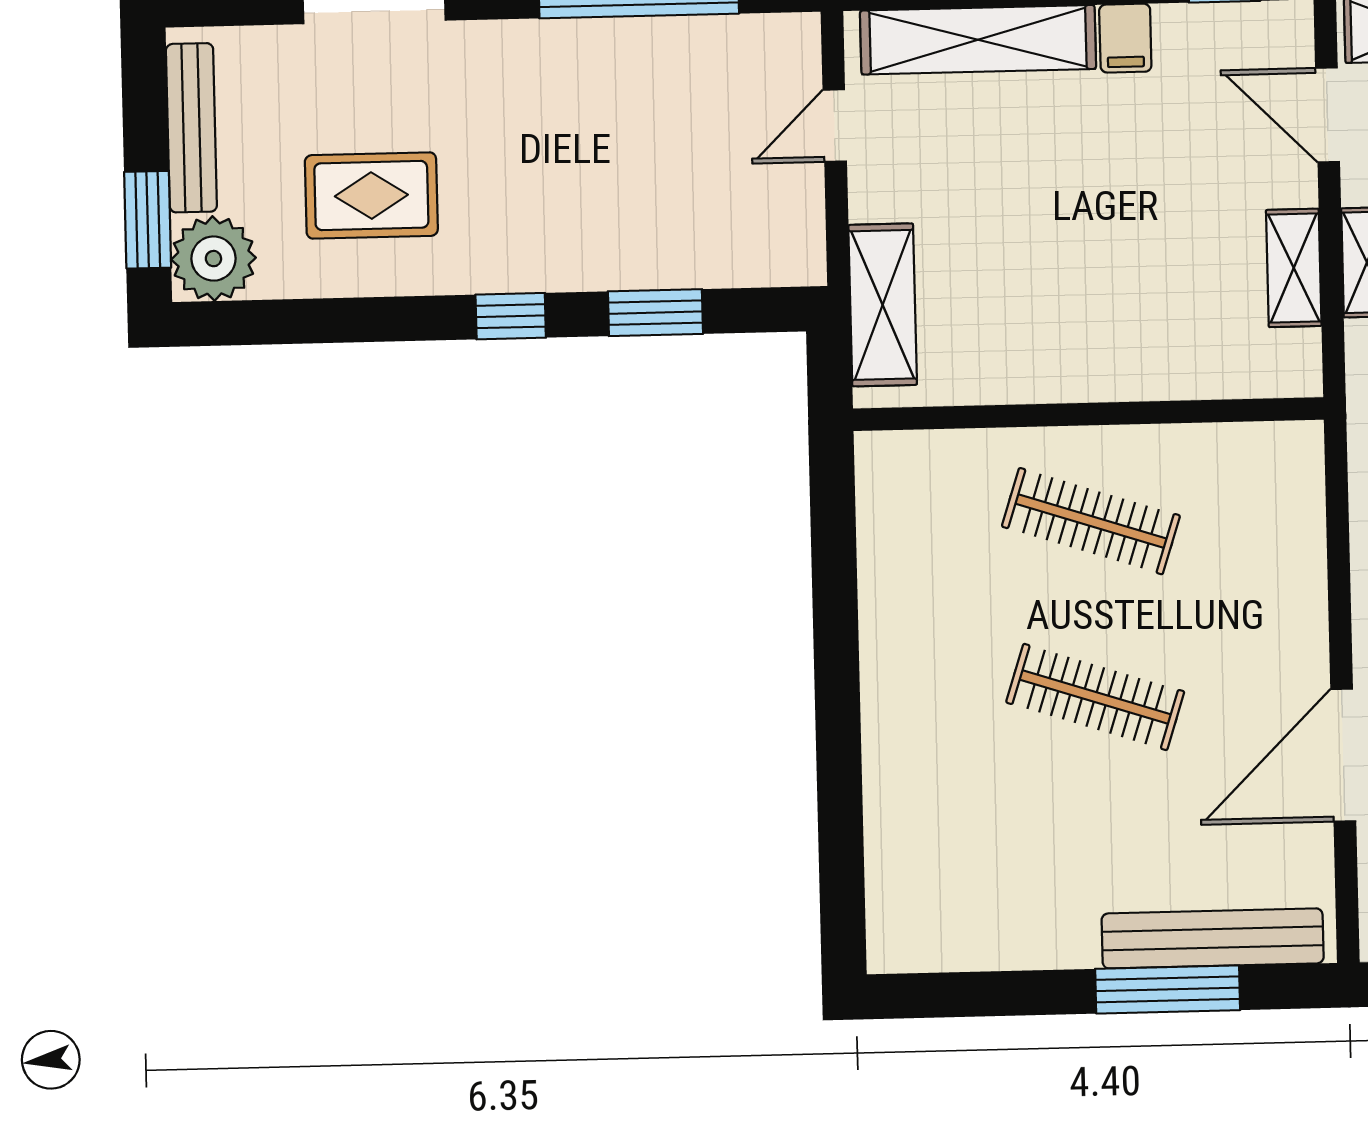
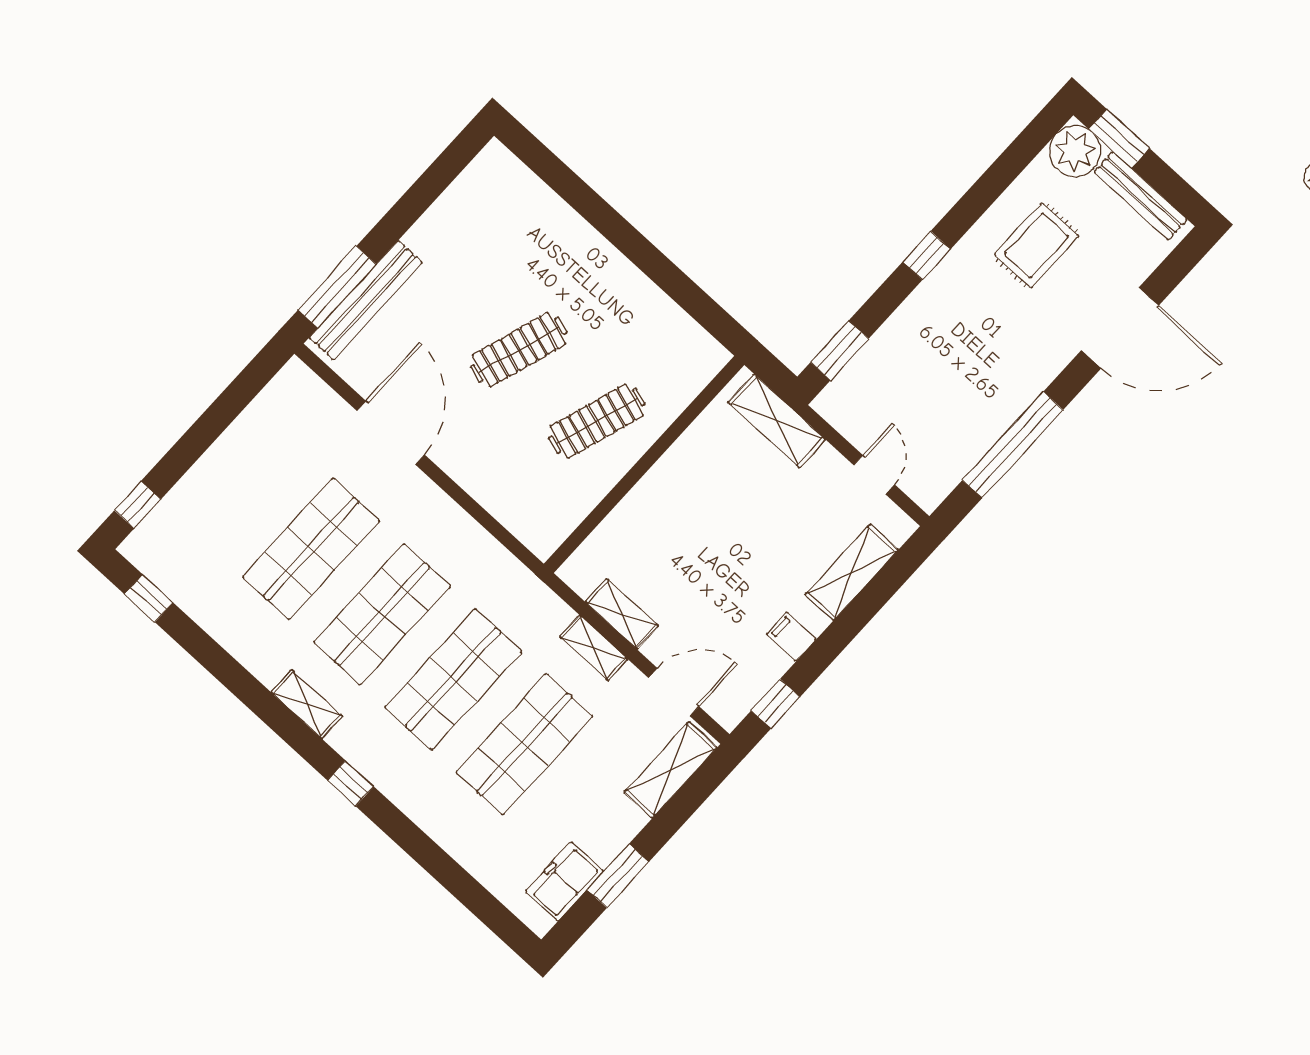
shelving: (978, 40) -> (852, 572), width x0.68
window: (655, 313) -> (840, 350), moved
window: (1168, 989) -> (337, 287), moved

